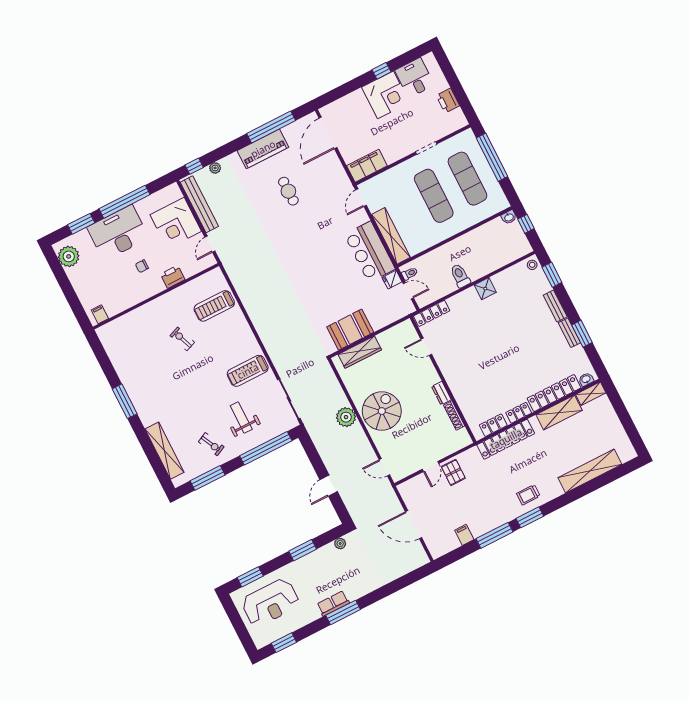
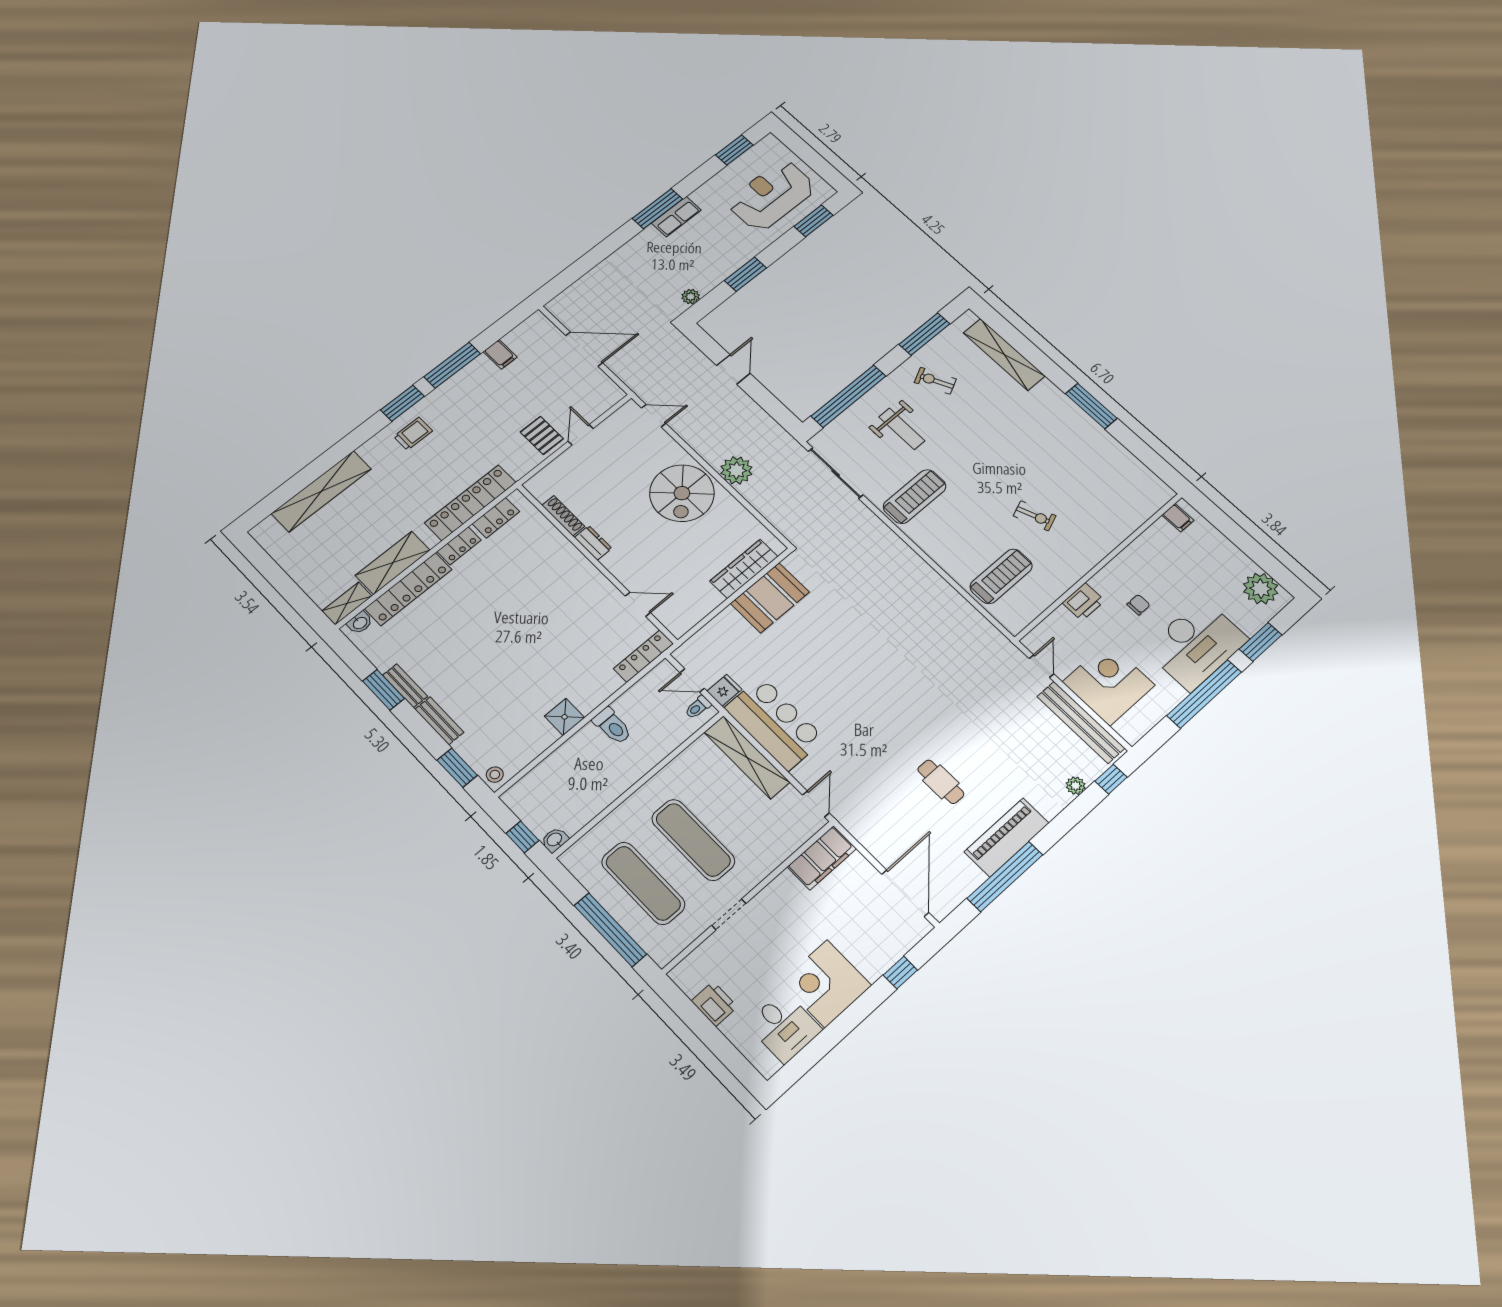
window: (382, 71) -> (900, 973), moved

